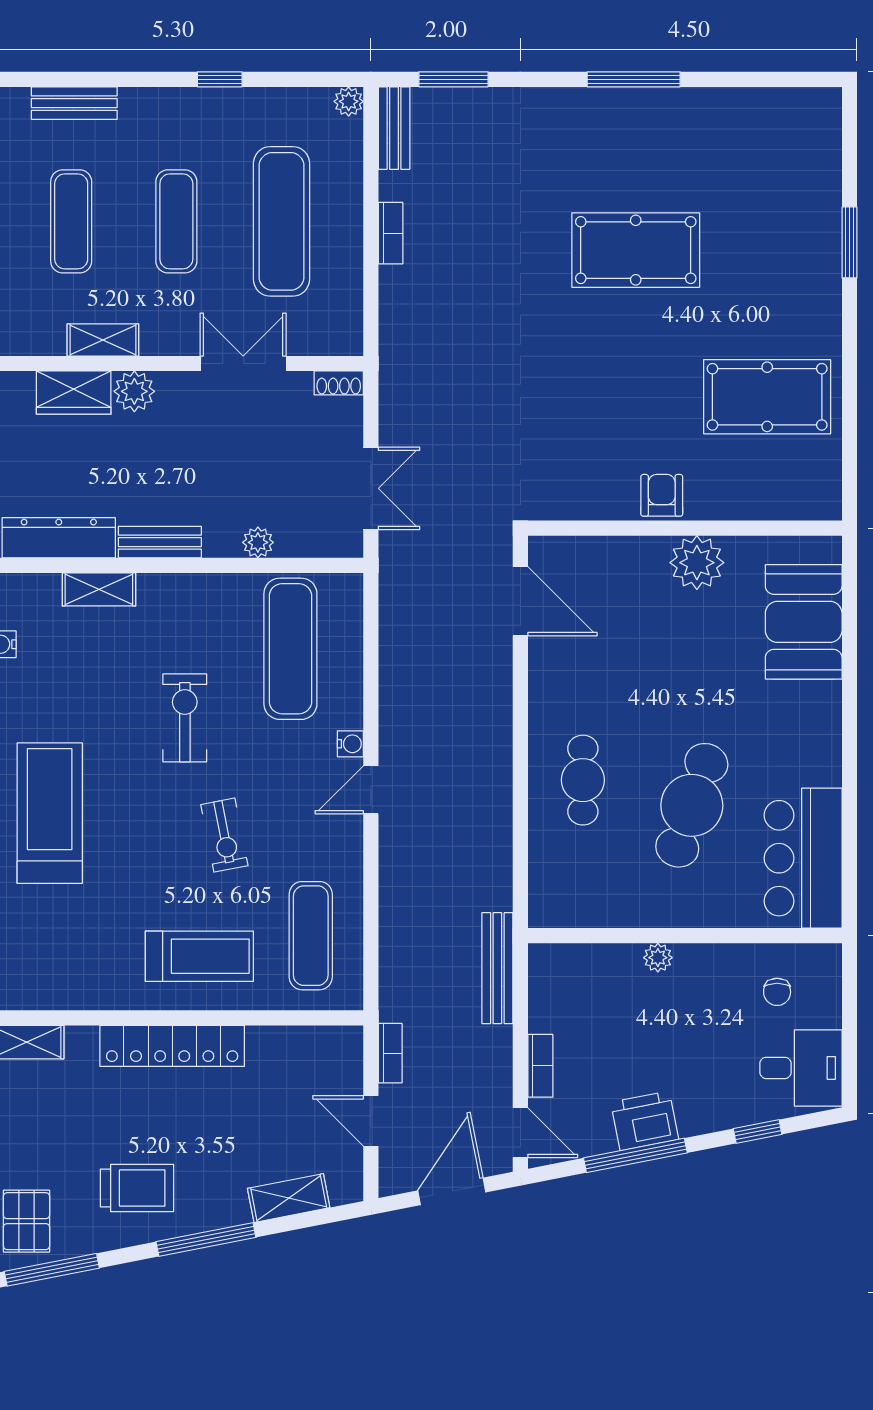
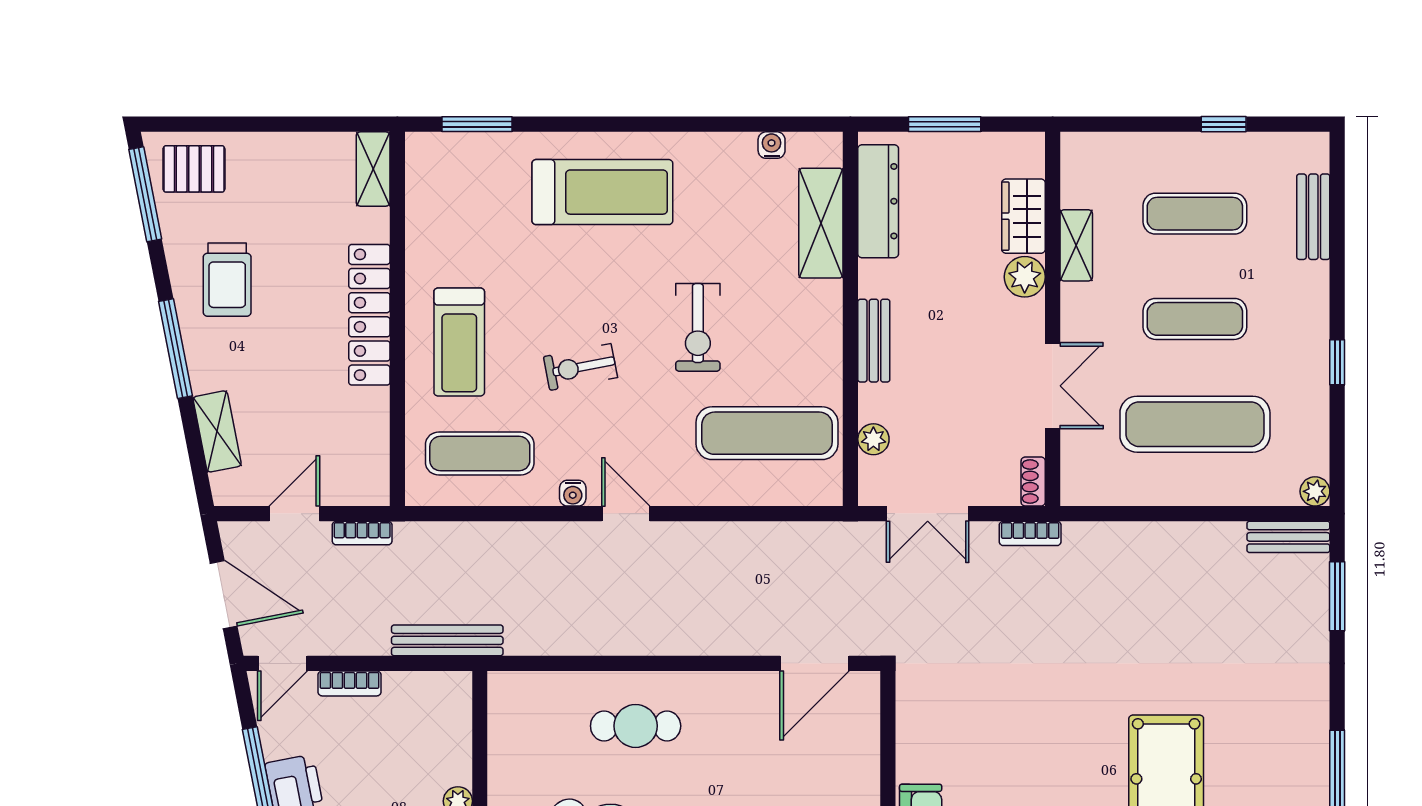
bookcase: (391, 233) -> (1030, 533), moved
bench: (160, 542) -> (874, 341), moved
plant: (258, 542) -> (873, 439), moved
shelving: (99, 589) -> (821, 223), width x1.50, depth x1.33
exercise bike: (185, 718) -> (698, 327), turned 90
water cooler: (350, 744) -> (573, 493), moved

